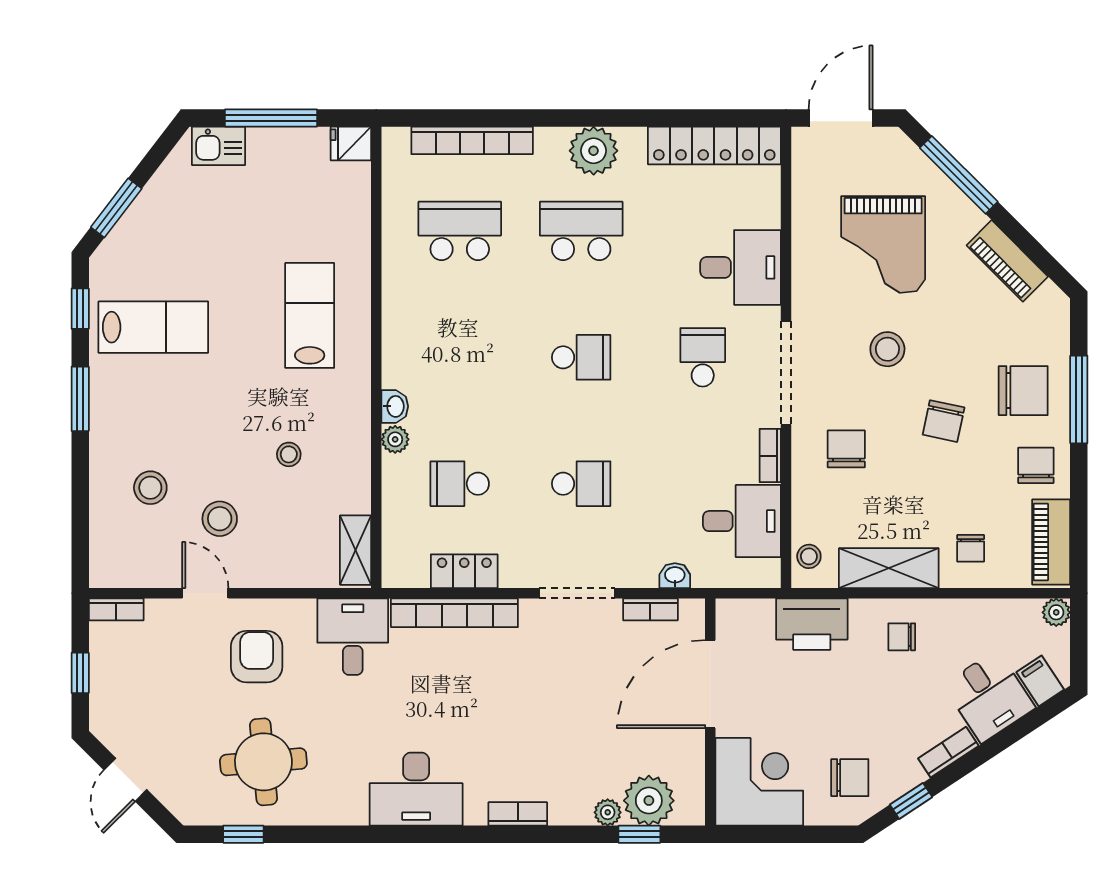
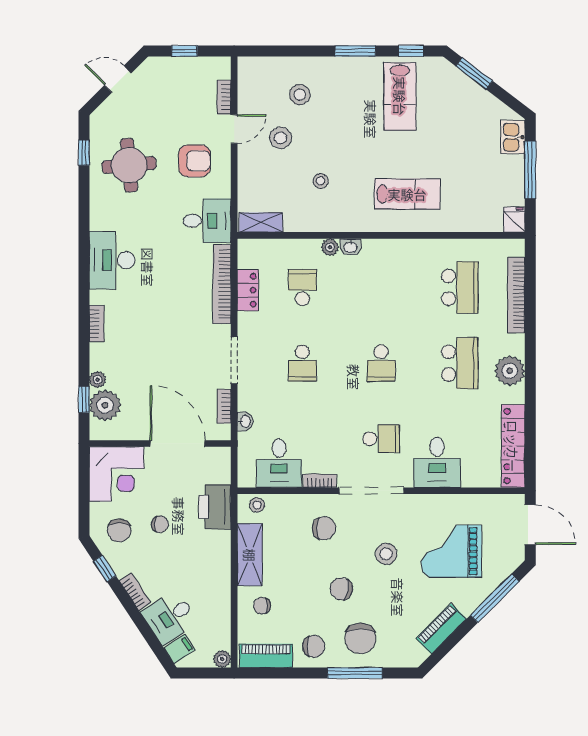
bookcase: (116, 609) -> (224, 97), moved
chair: (902, 637) -> (160, 524), moved, turned 90

